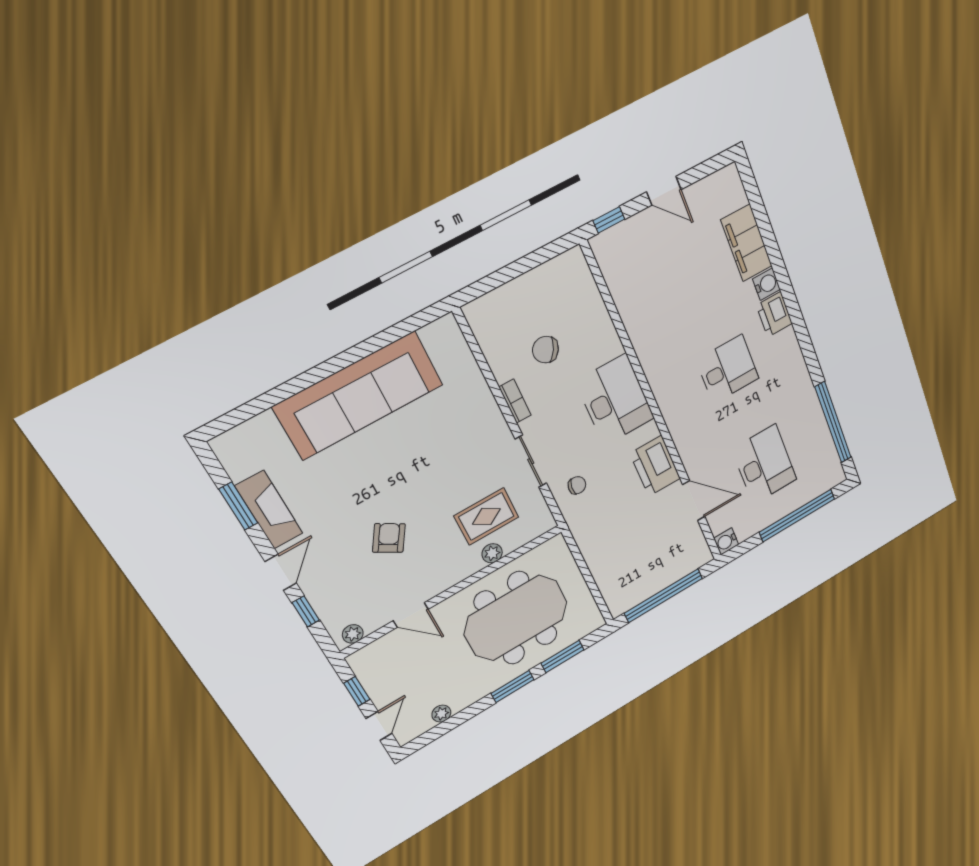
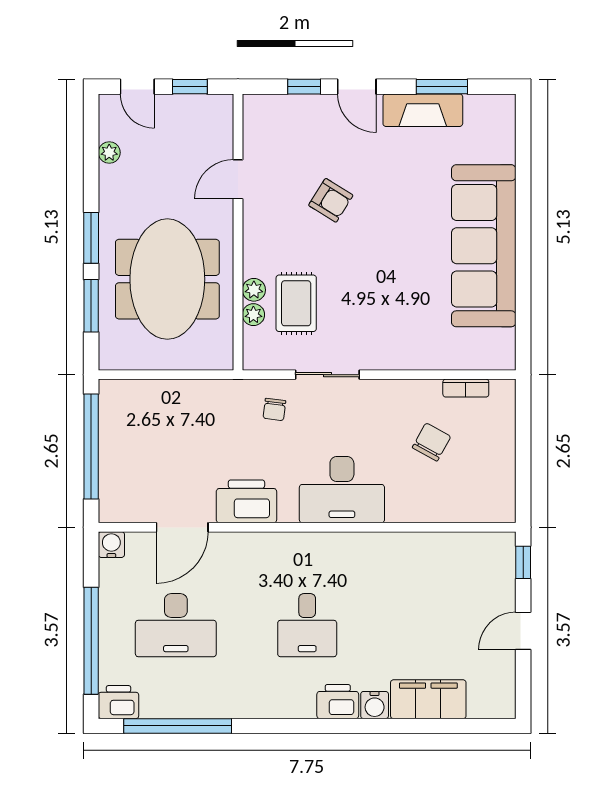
bookcase: (515, 401) -> (466, 388), moved
printer: (831, 473) -> (119, 702), added
plant: (353, 634) -> (253, 315), moved

